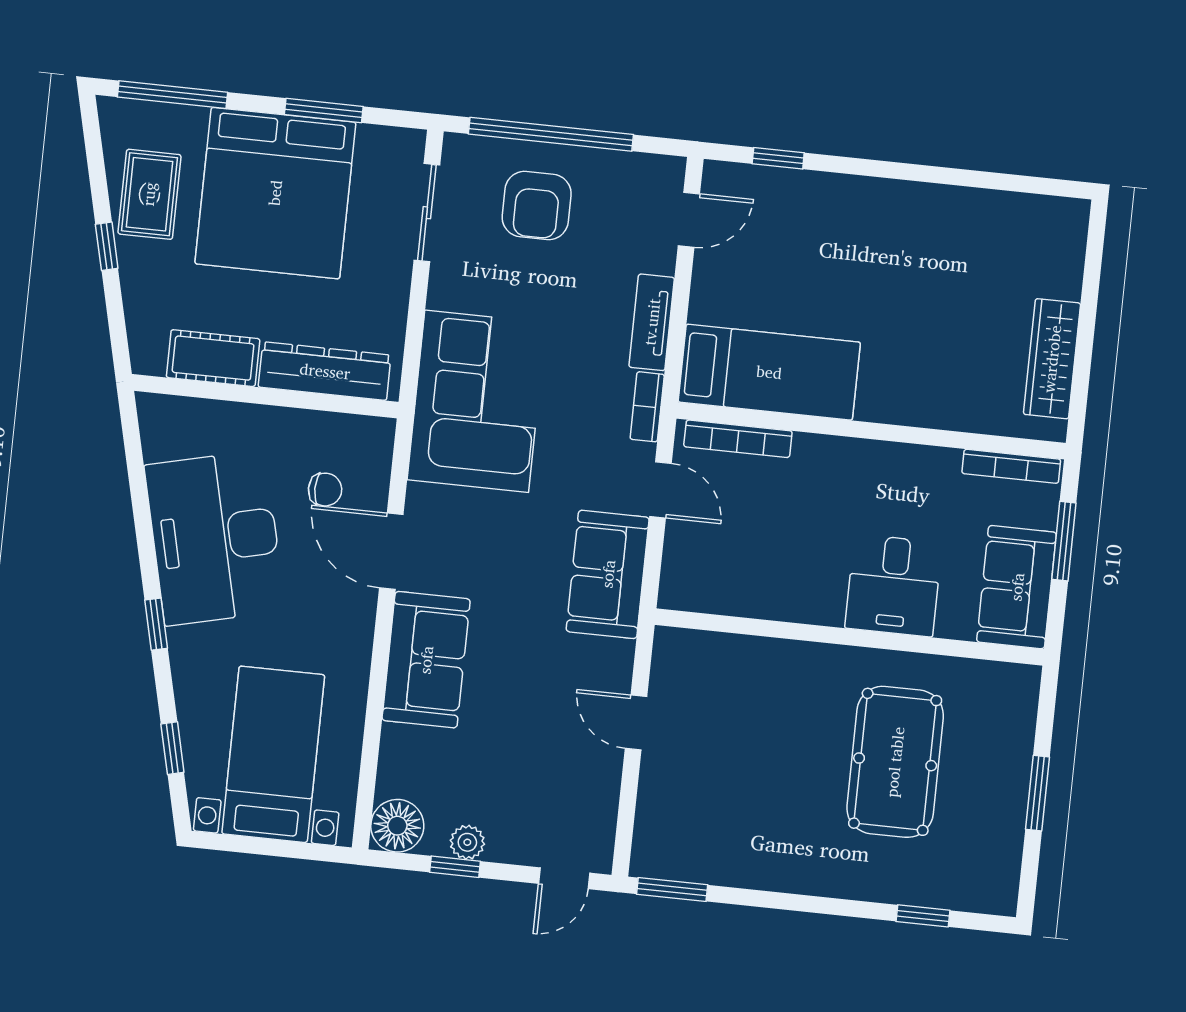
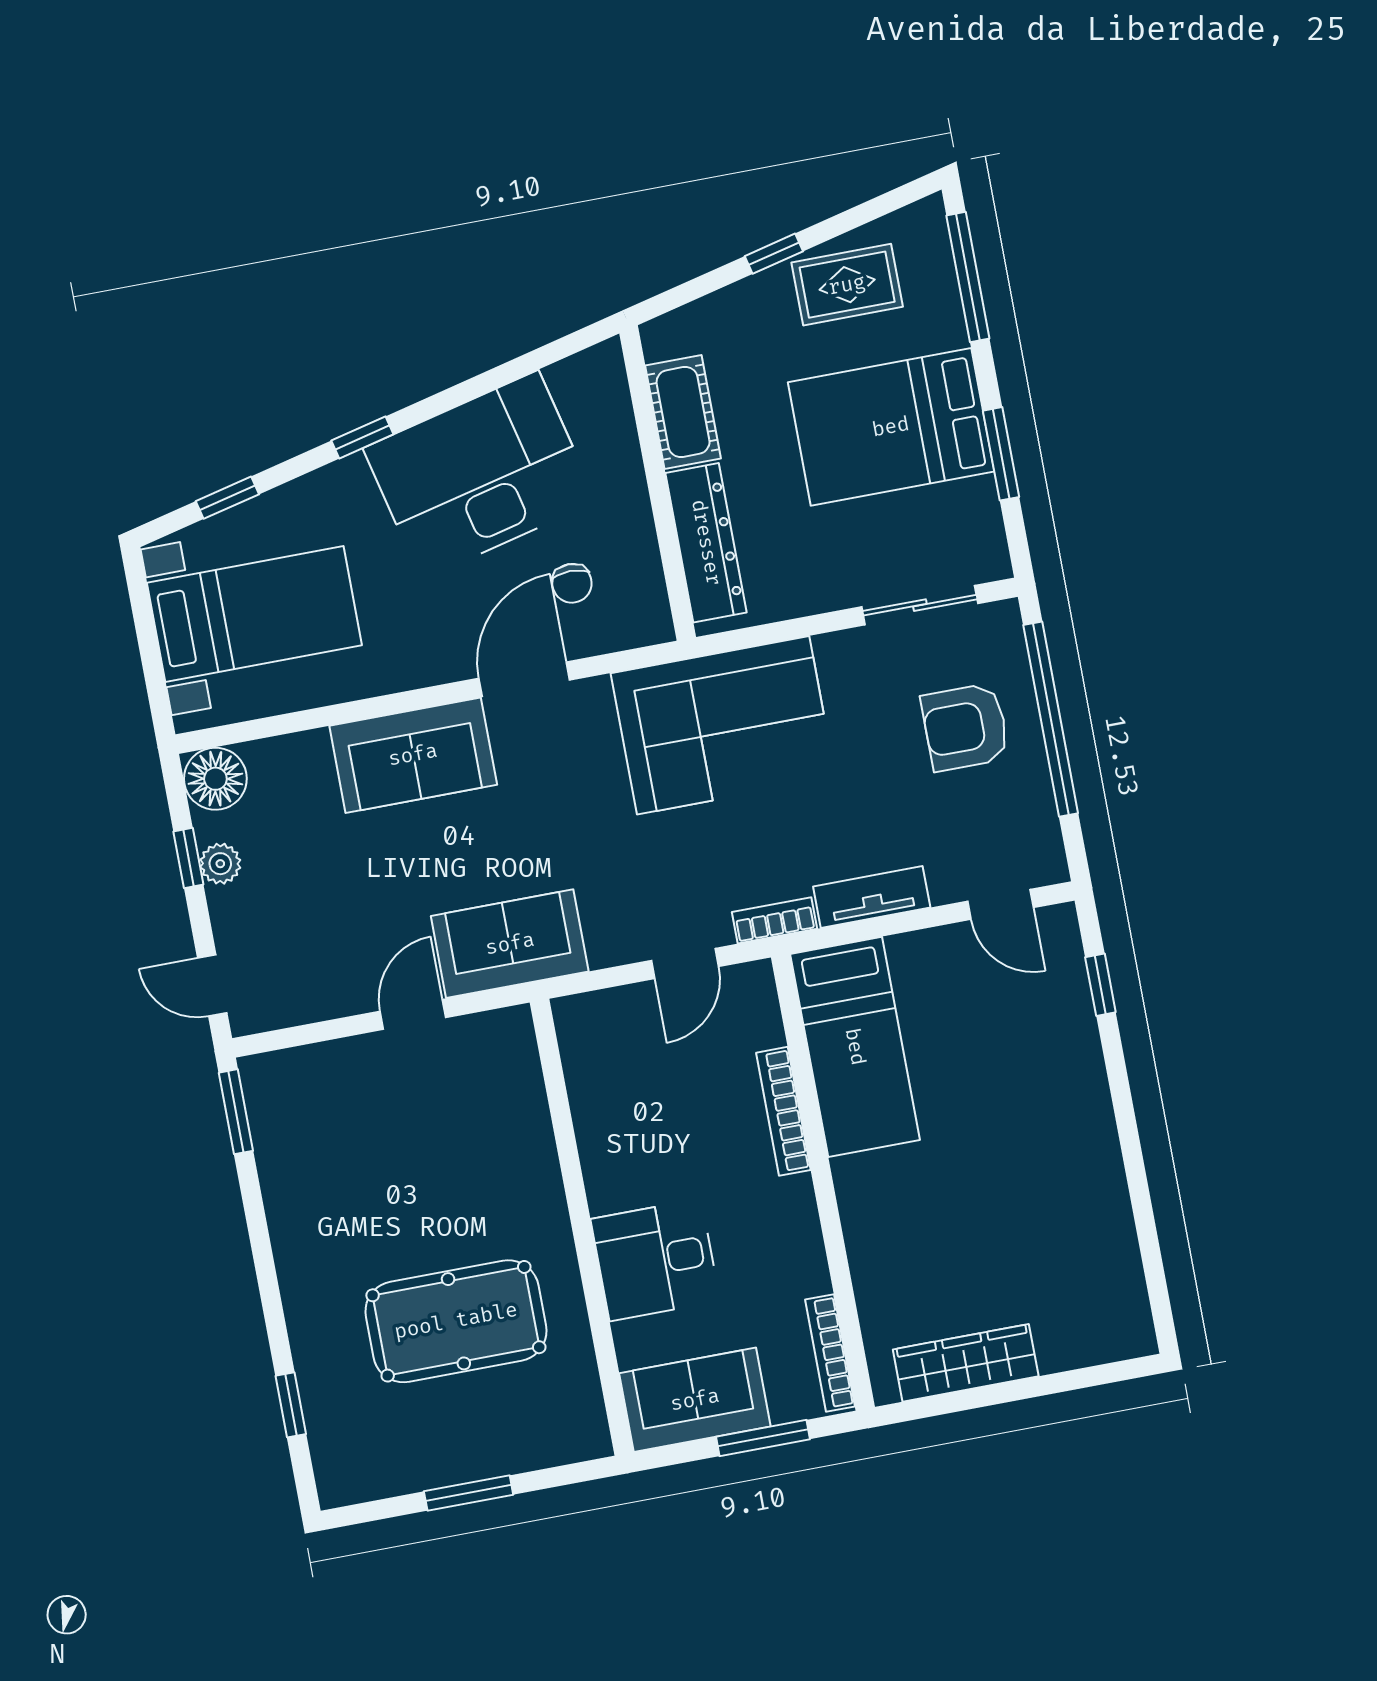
bed: (275, 193) -> (891, 427), width x0.73
bookcase: (738, 439) -> (783, 1111), moved
sofa: (608, 574) -> (510, 944), moved

